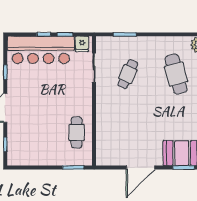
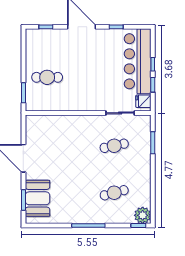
cafe table: (128, 74) -> (114, 146), turned -36
cafe table: (176, 74) -> (114, 193), width x0.73, depth x0.74
cafe table: (77, 132) -> (47, 77), moved

